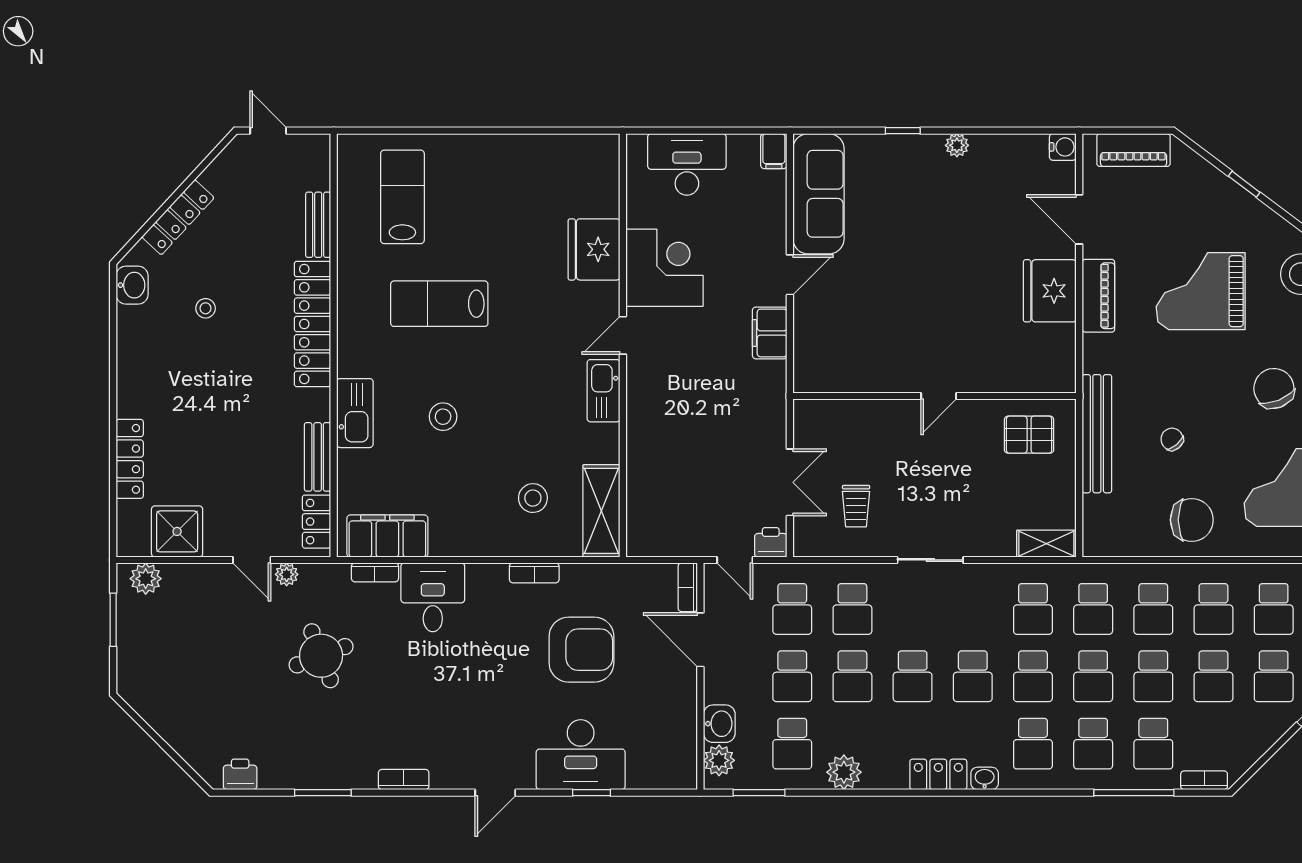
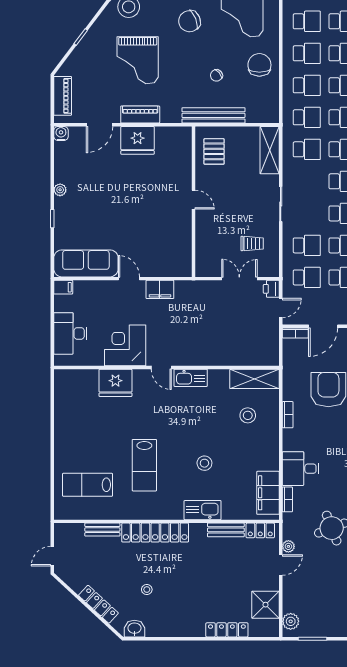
shelving: (1046, 544) -> (270, 150), width x1.50, depth x1.33

